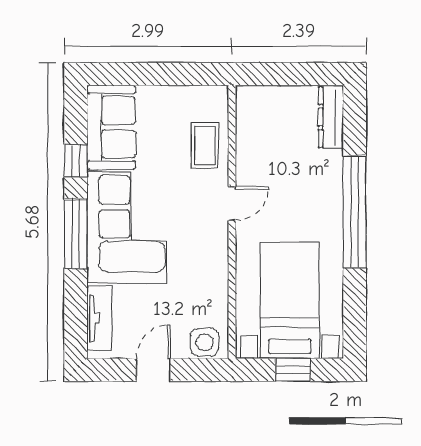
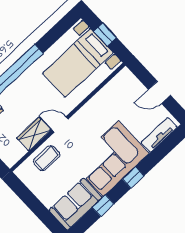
wardrobe: (251, 158) -> (34, 134), added
window: (76, 233) -> (133, 177), width x0.46
side table: (205, 342) -> (128, 82), removed

